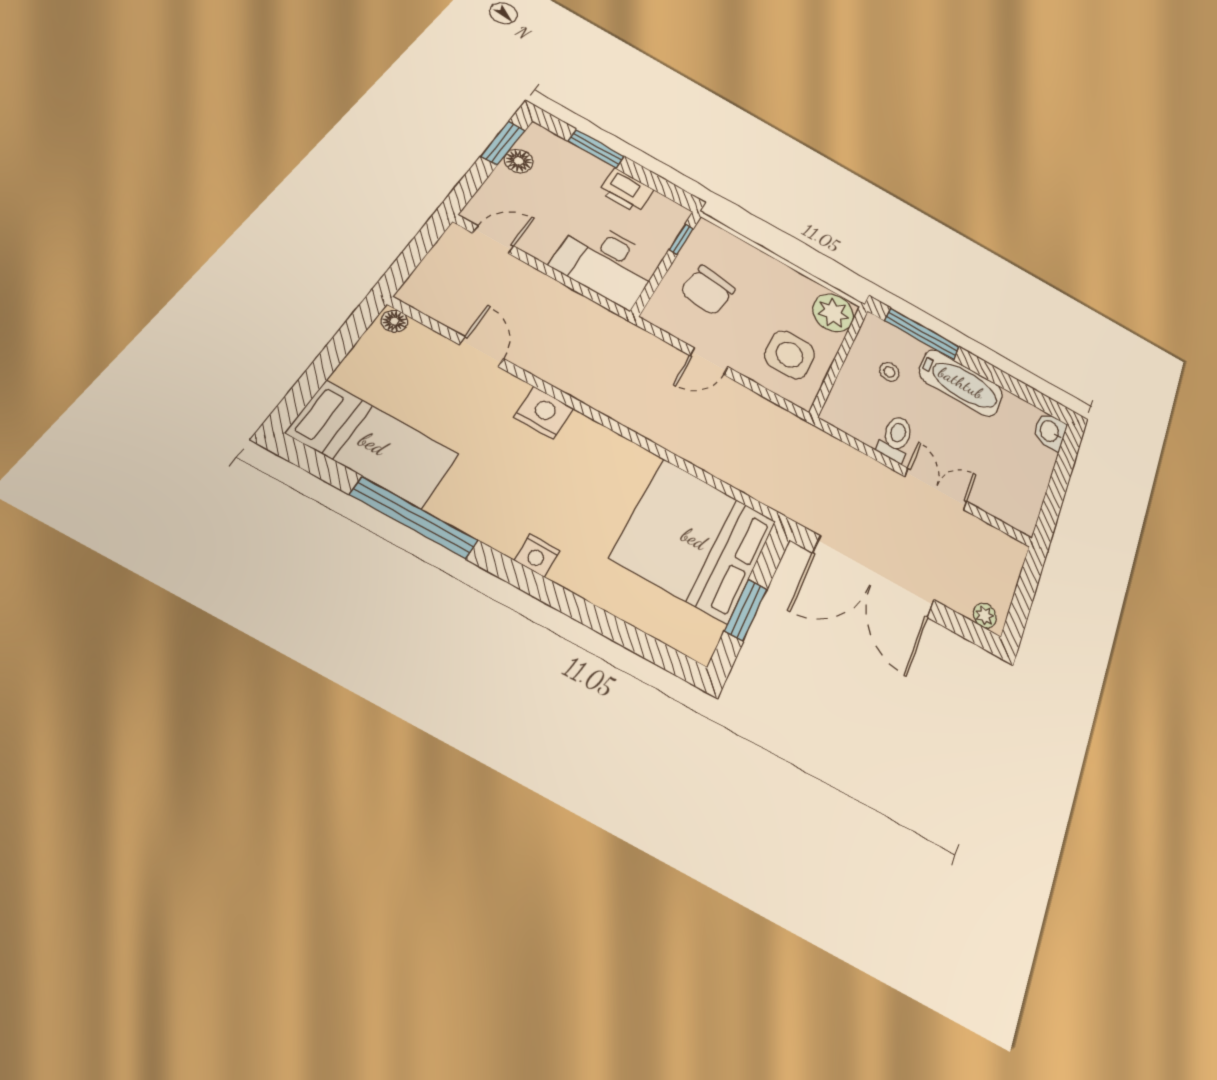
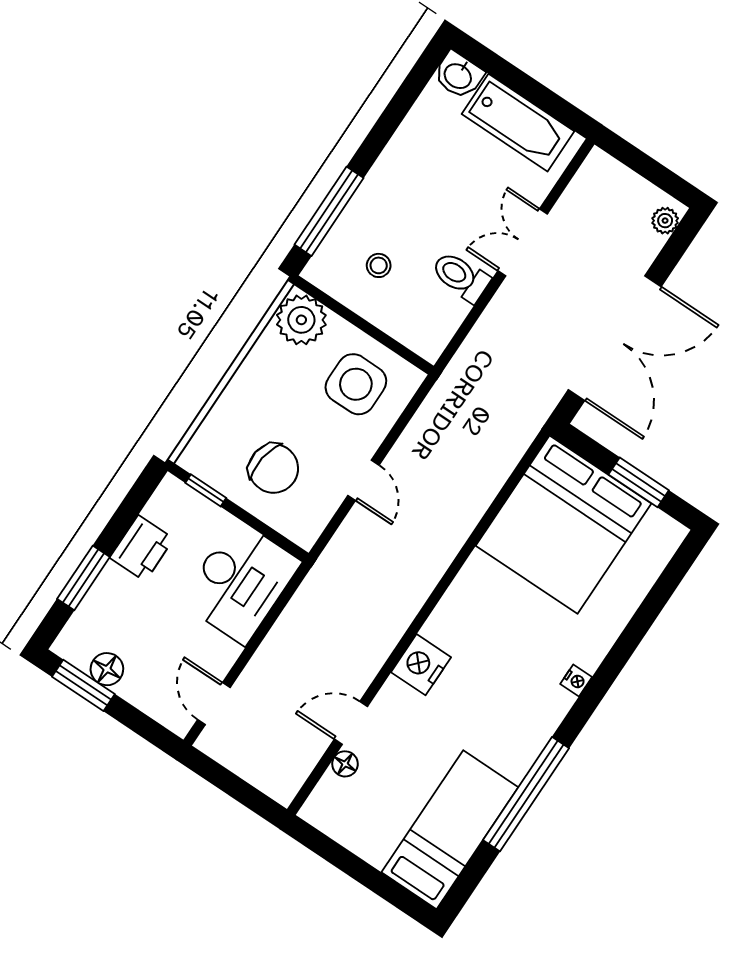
floor lamp: (394, 321) -> (345, 764), moved
bathtub: (961, 383) -> (518, 123), moved, turned 90
nightstand: (537, 556) -> (576, 680), width x0.72, depth x0.74

